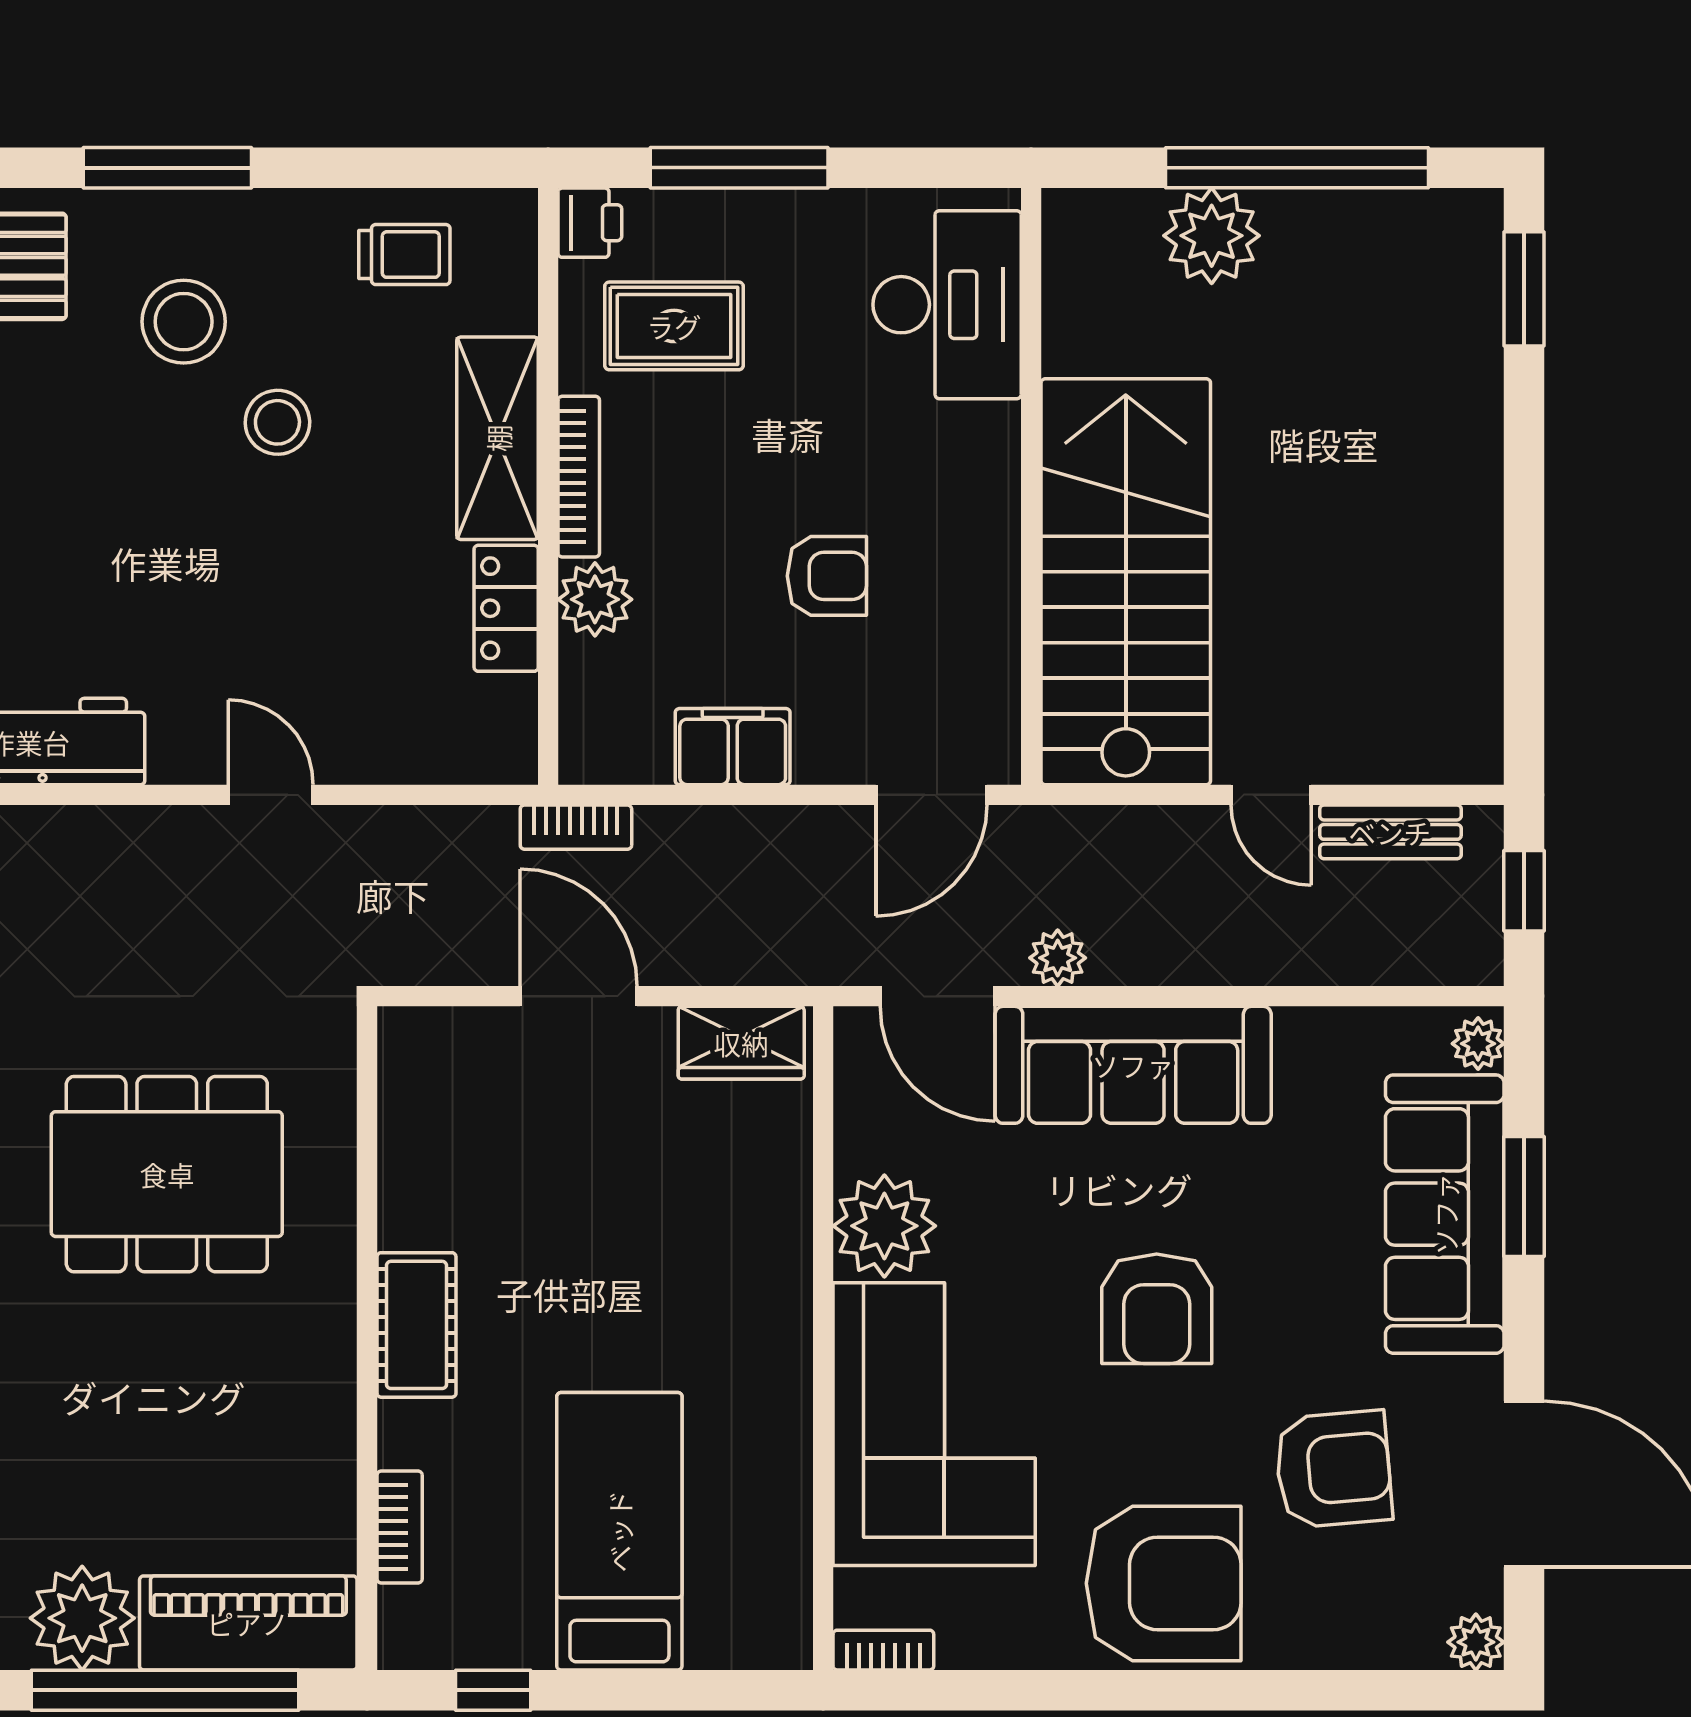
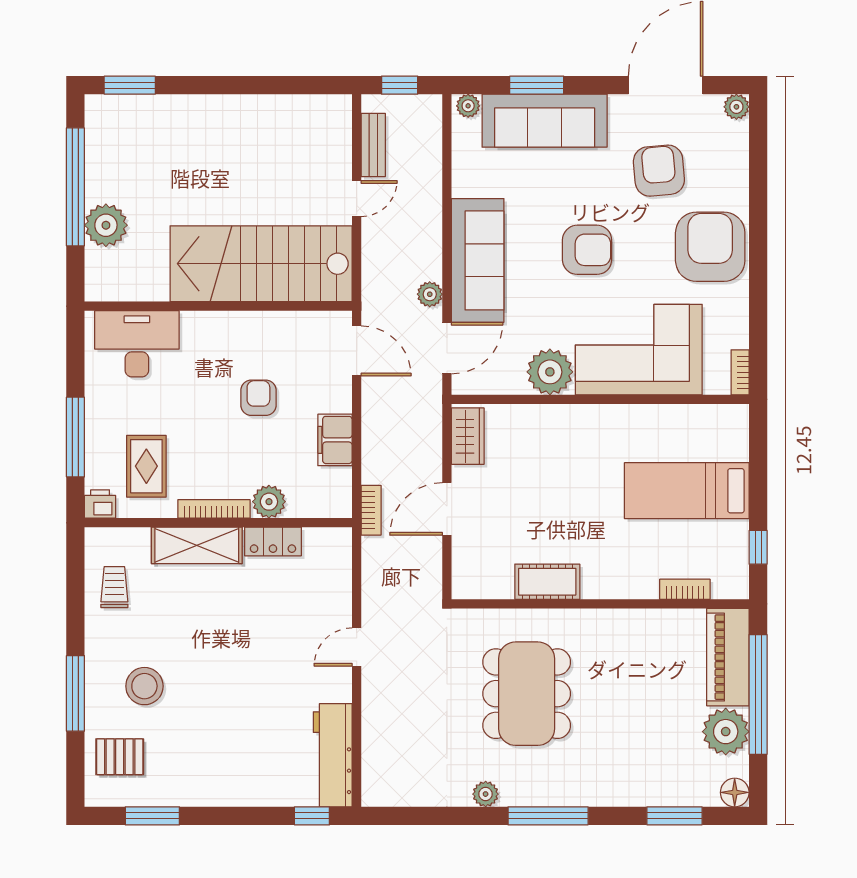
stool: (277, 422) -> (190, 644), removed
cot: (416, 1325) -> (547, 582), moved

